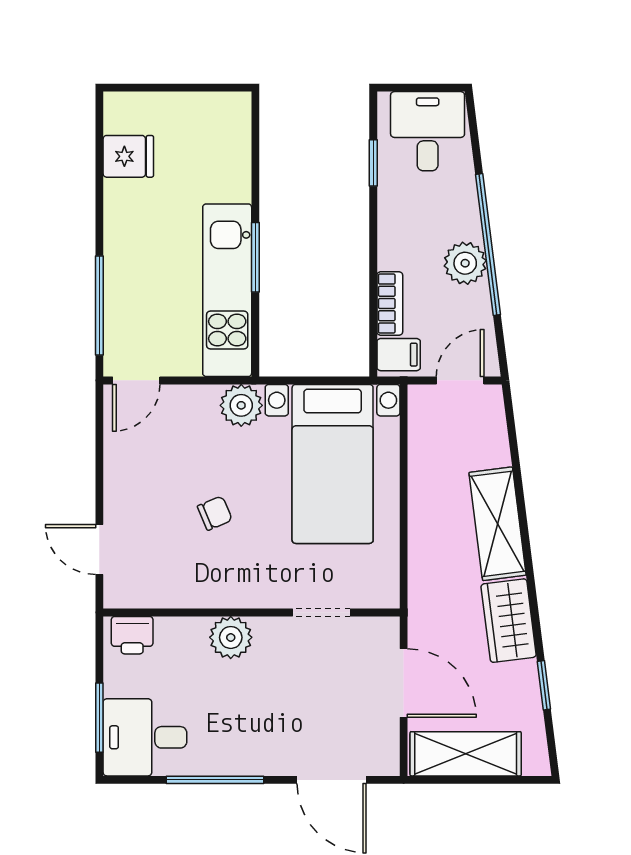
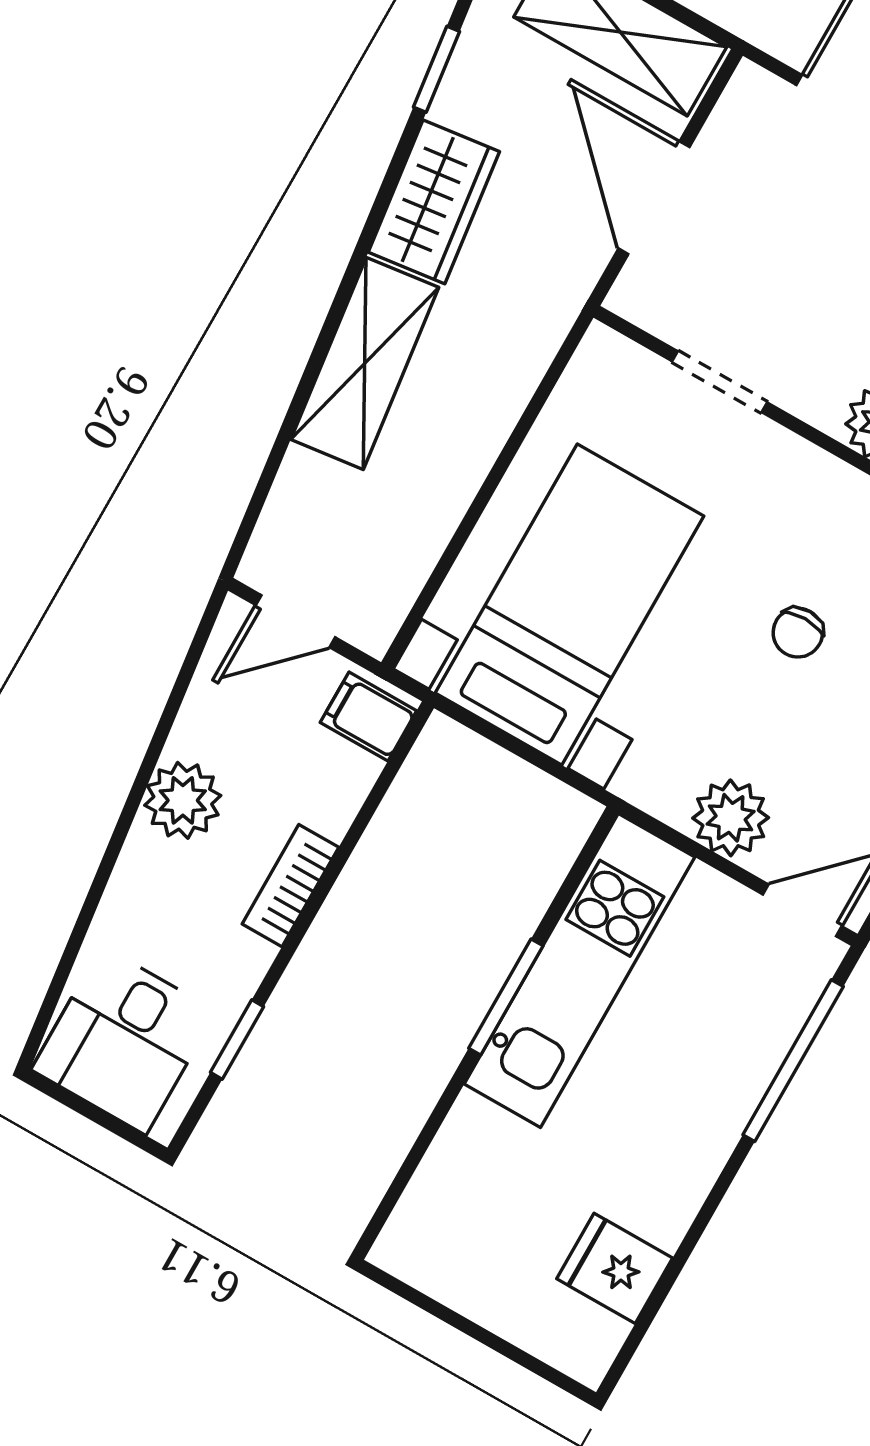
window: (488, 244) -> (130, 809), removed
bookcase: (390, 304) -> (290, 886), moved
plant: (241, 405) -> (731, 818), moved
chair: (215, 513) -> (798, 633), turned -67

